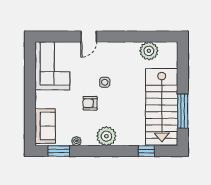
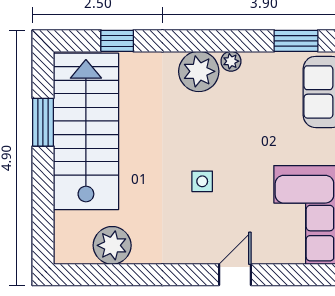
armchair: (90, 103) -> (232, 139), removed
window: (183, 111) -> (43, 122), width x0.69
plant: (76, 141) -> (231, 61), moved

